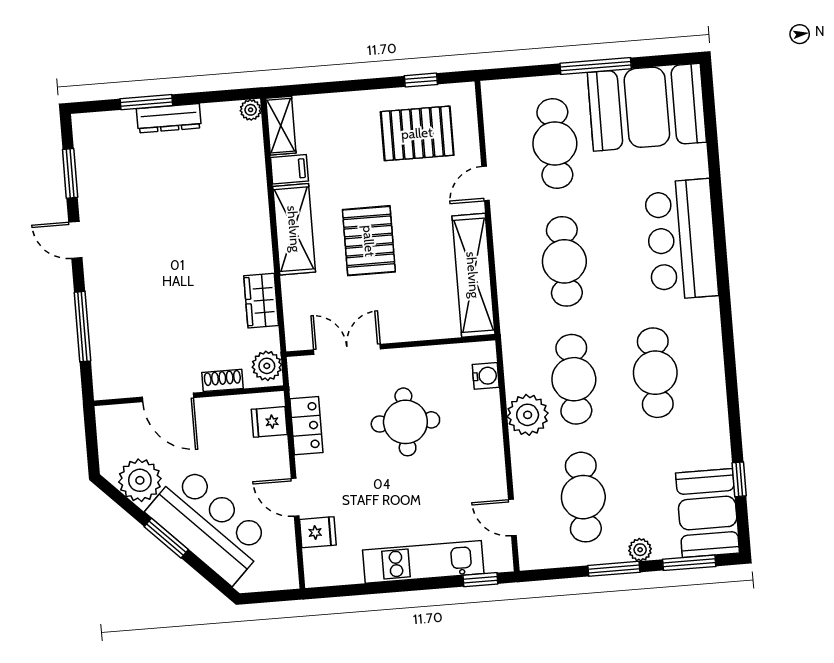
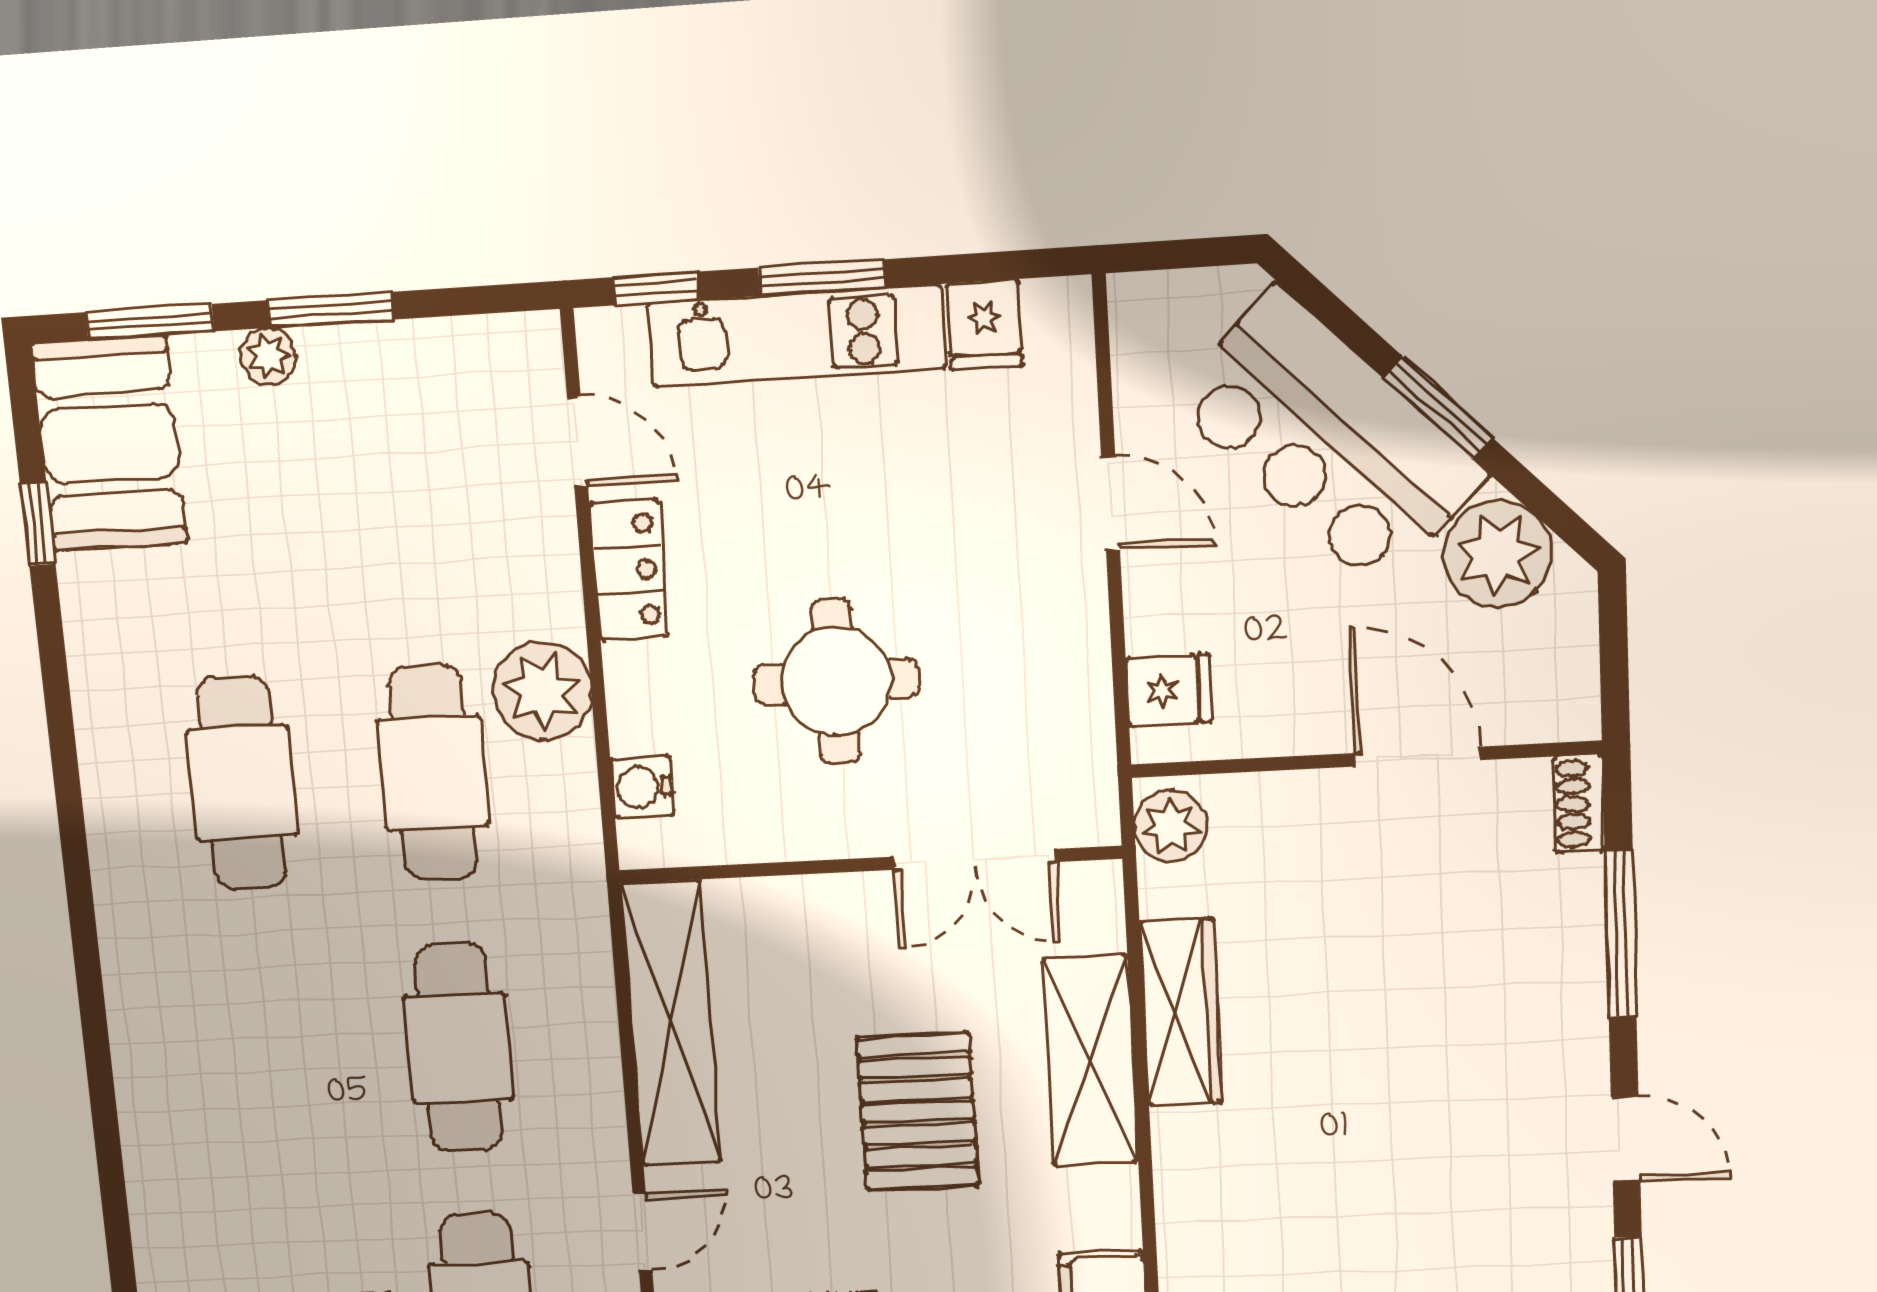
shelving: (294, 229) -> (1090, 1061), moved
bar counter: (681, 240) -> (189, 1088), removed
wardrobe: (261, 301) -> (1181, 1012), width x1.50
shoe rack: (223, 380) -> (1579, 804), moved, turned 90
locker: (306, 426) -> (629, 570), moved, turned 180
cafe table: (583, 497) -> (407, 489), removed
fridge: (318, 532) -> (985, 325), moved, turned -90
window: (413, 585) -> (822, 278), added

